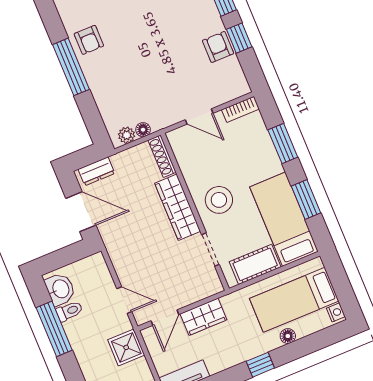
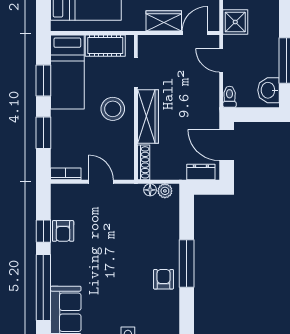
toilet: (69, 311) -> (230, 97), moved, turned 90

